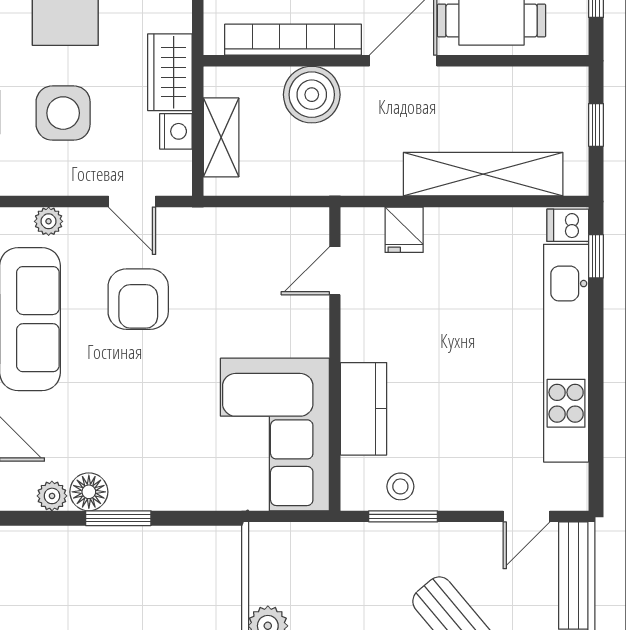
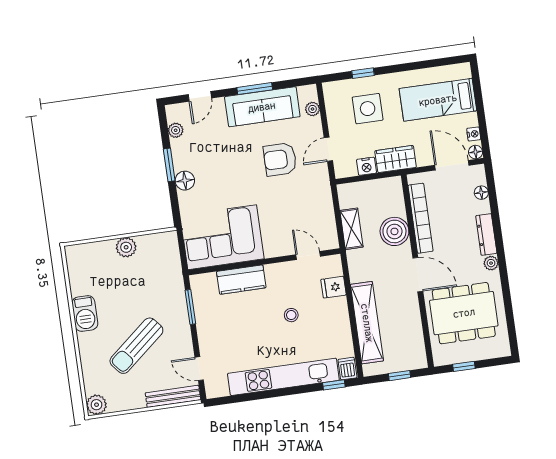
shelving: (221, 137) -> (351, 229), moved, turned 90
stool: (400, 486) -> (291, 315), moved
floor lamp: (89, 492) -> (185, 181), moved

